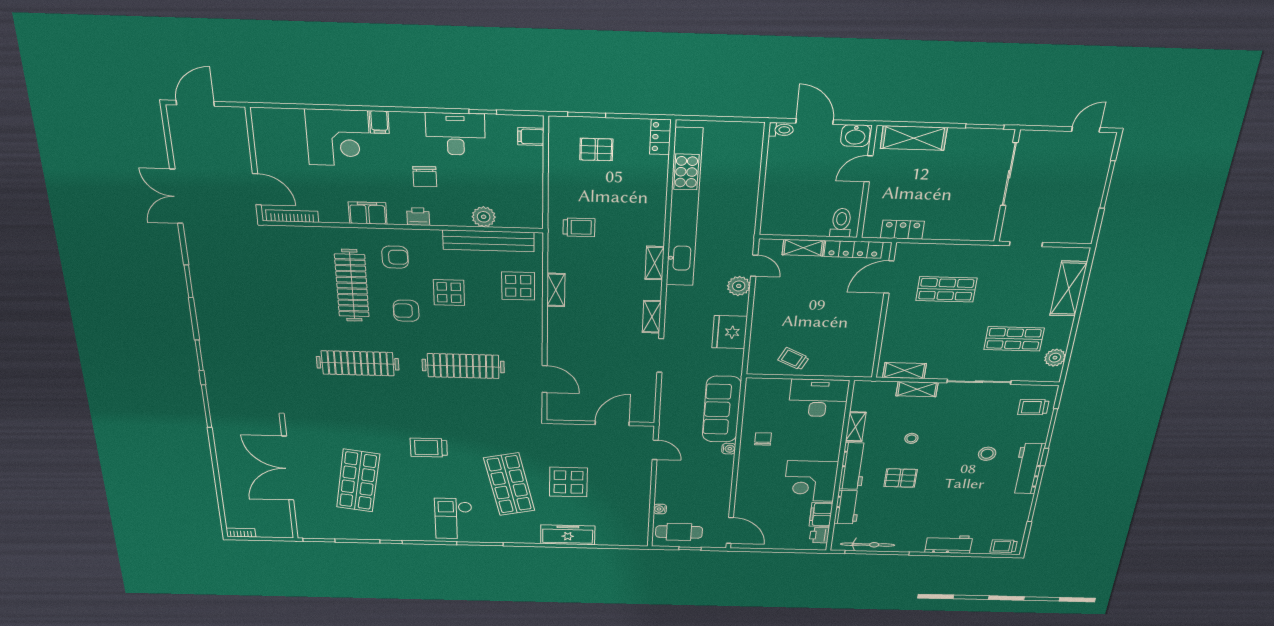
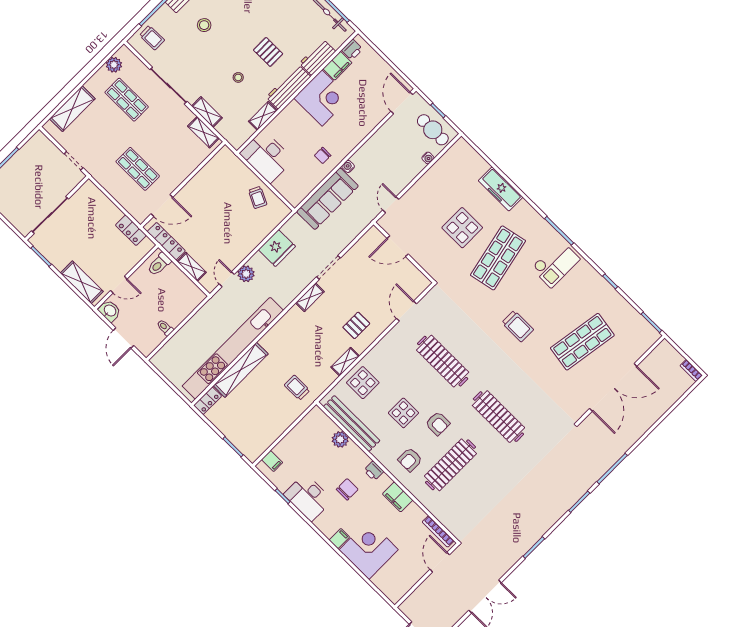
toilet: (781, 130) -> (165, 328), moved
pallet: (596, 150) -> (356, 325), moved, turned 90
armchair: (395, 257) -> (410, 460), turned -90
shelving: (655, 263) -> (241, 370), moved, width x2.20, depth x1.33

